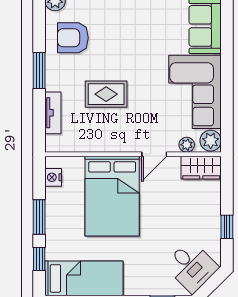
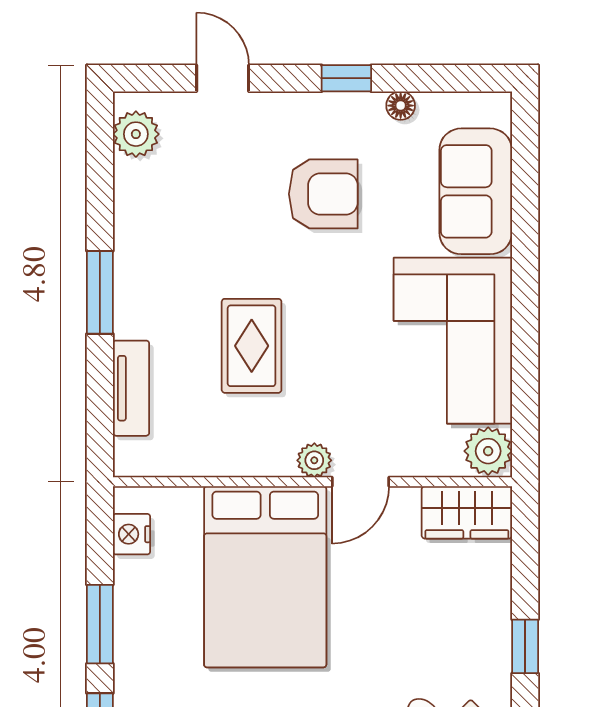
armchair: (73, 38) -> (323, 194), moved, turned 180
rug: (106, 94) -> (252, 346), turned 90
plant: (187, 145) -> (314, 460), moved

